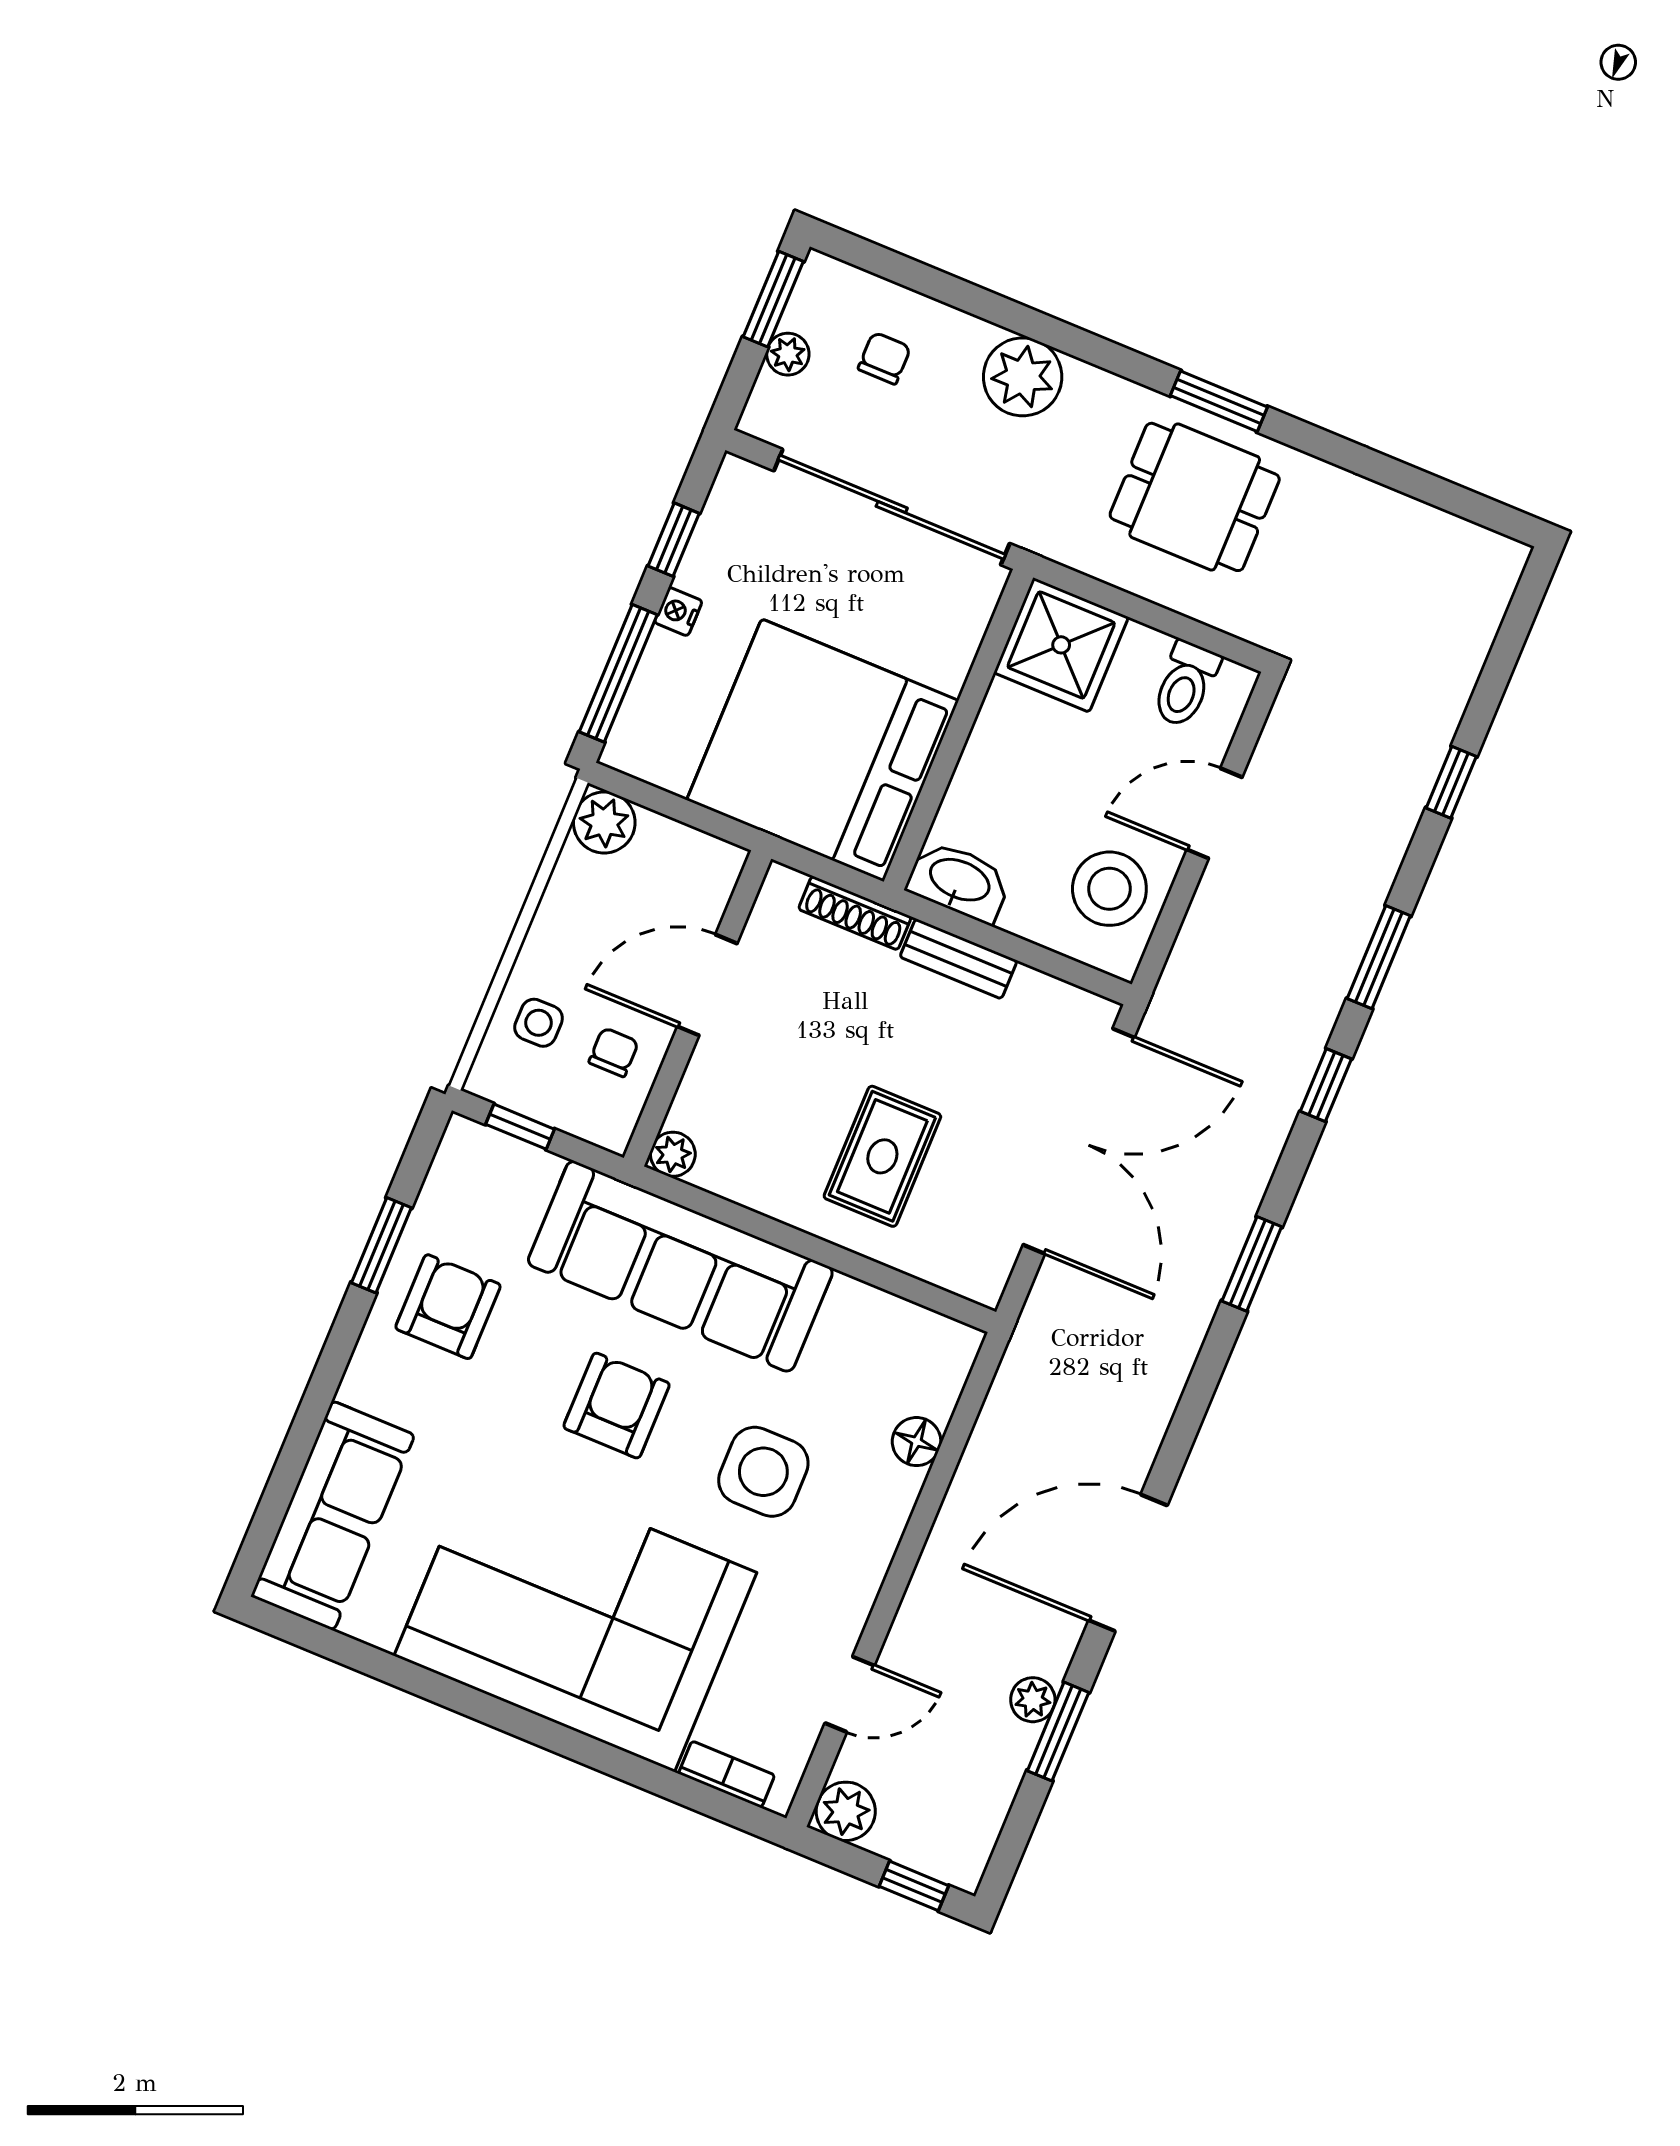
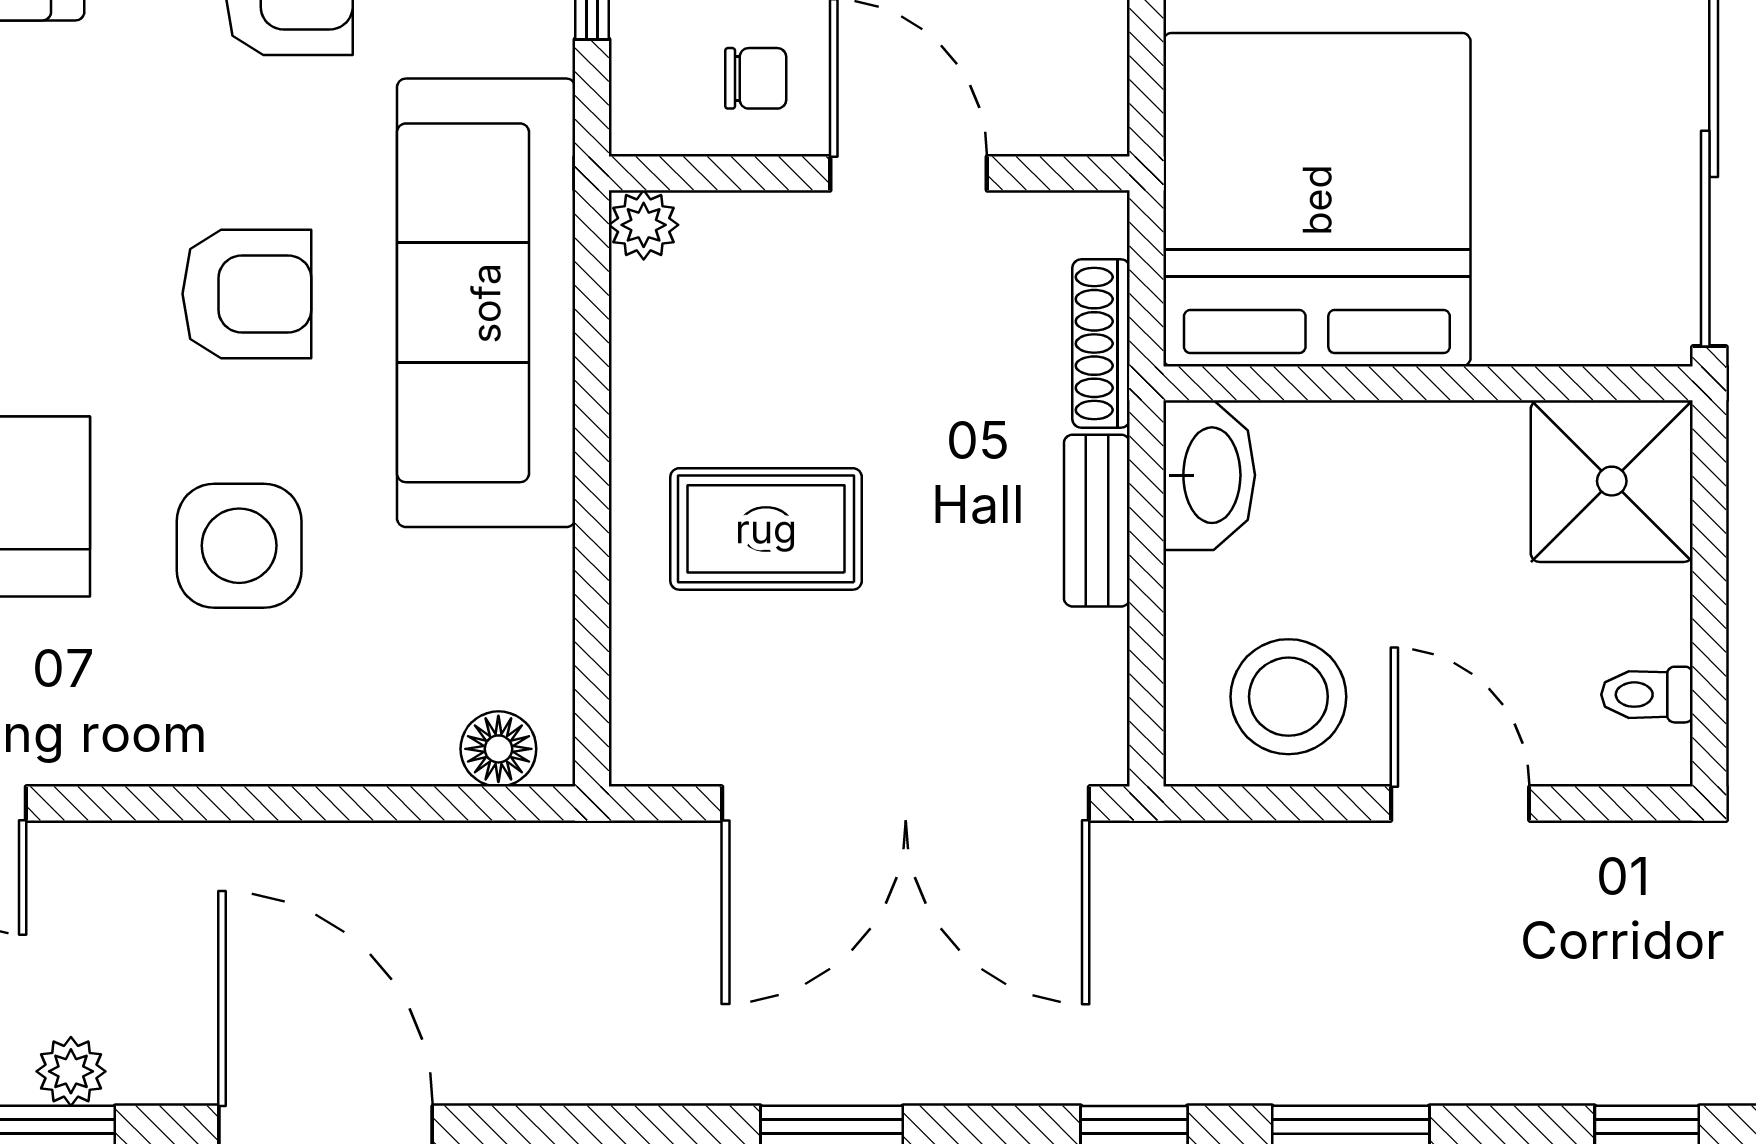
toilet: (1185, 684) -> (1647, 695), width x0.73, depth x0.72
floor lamp: (917, 1442) -> (498, 749), moved

